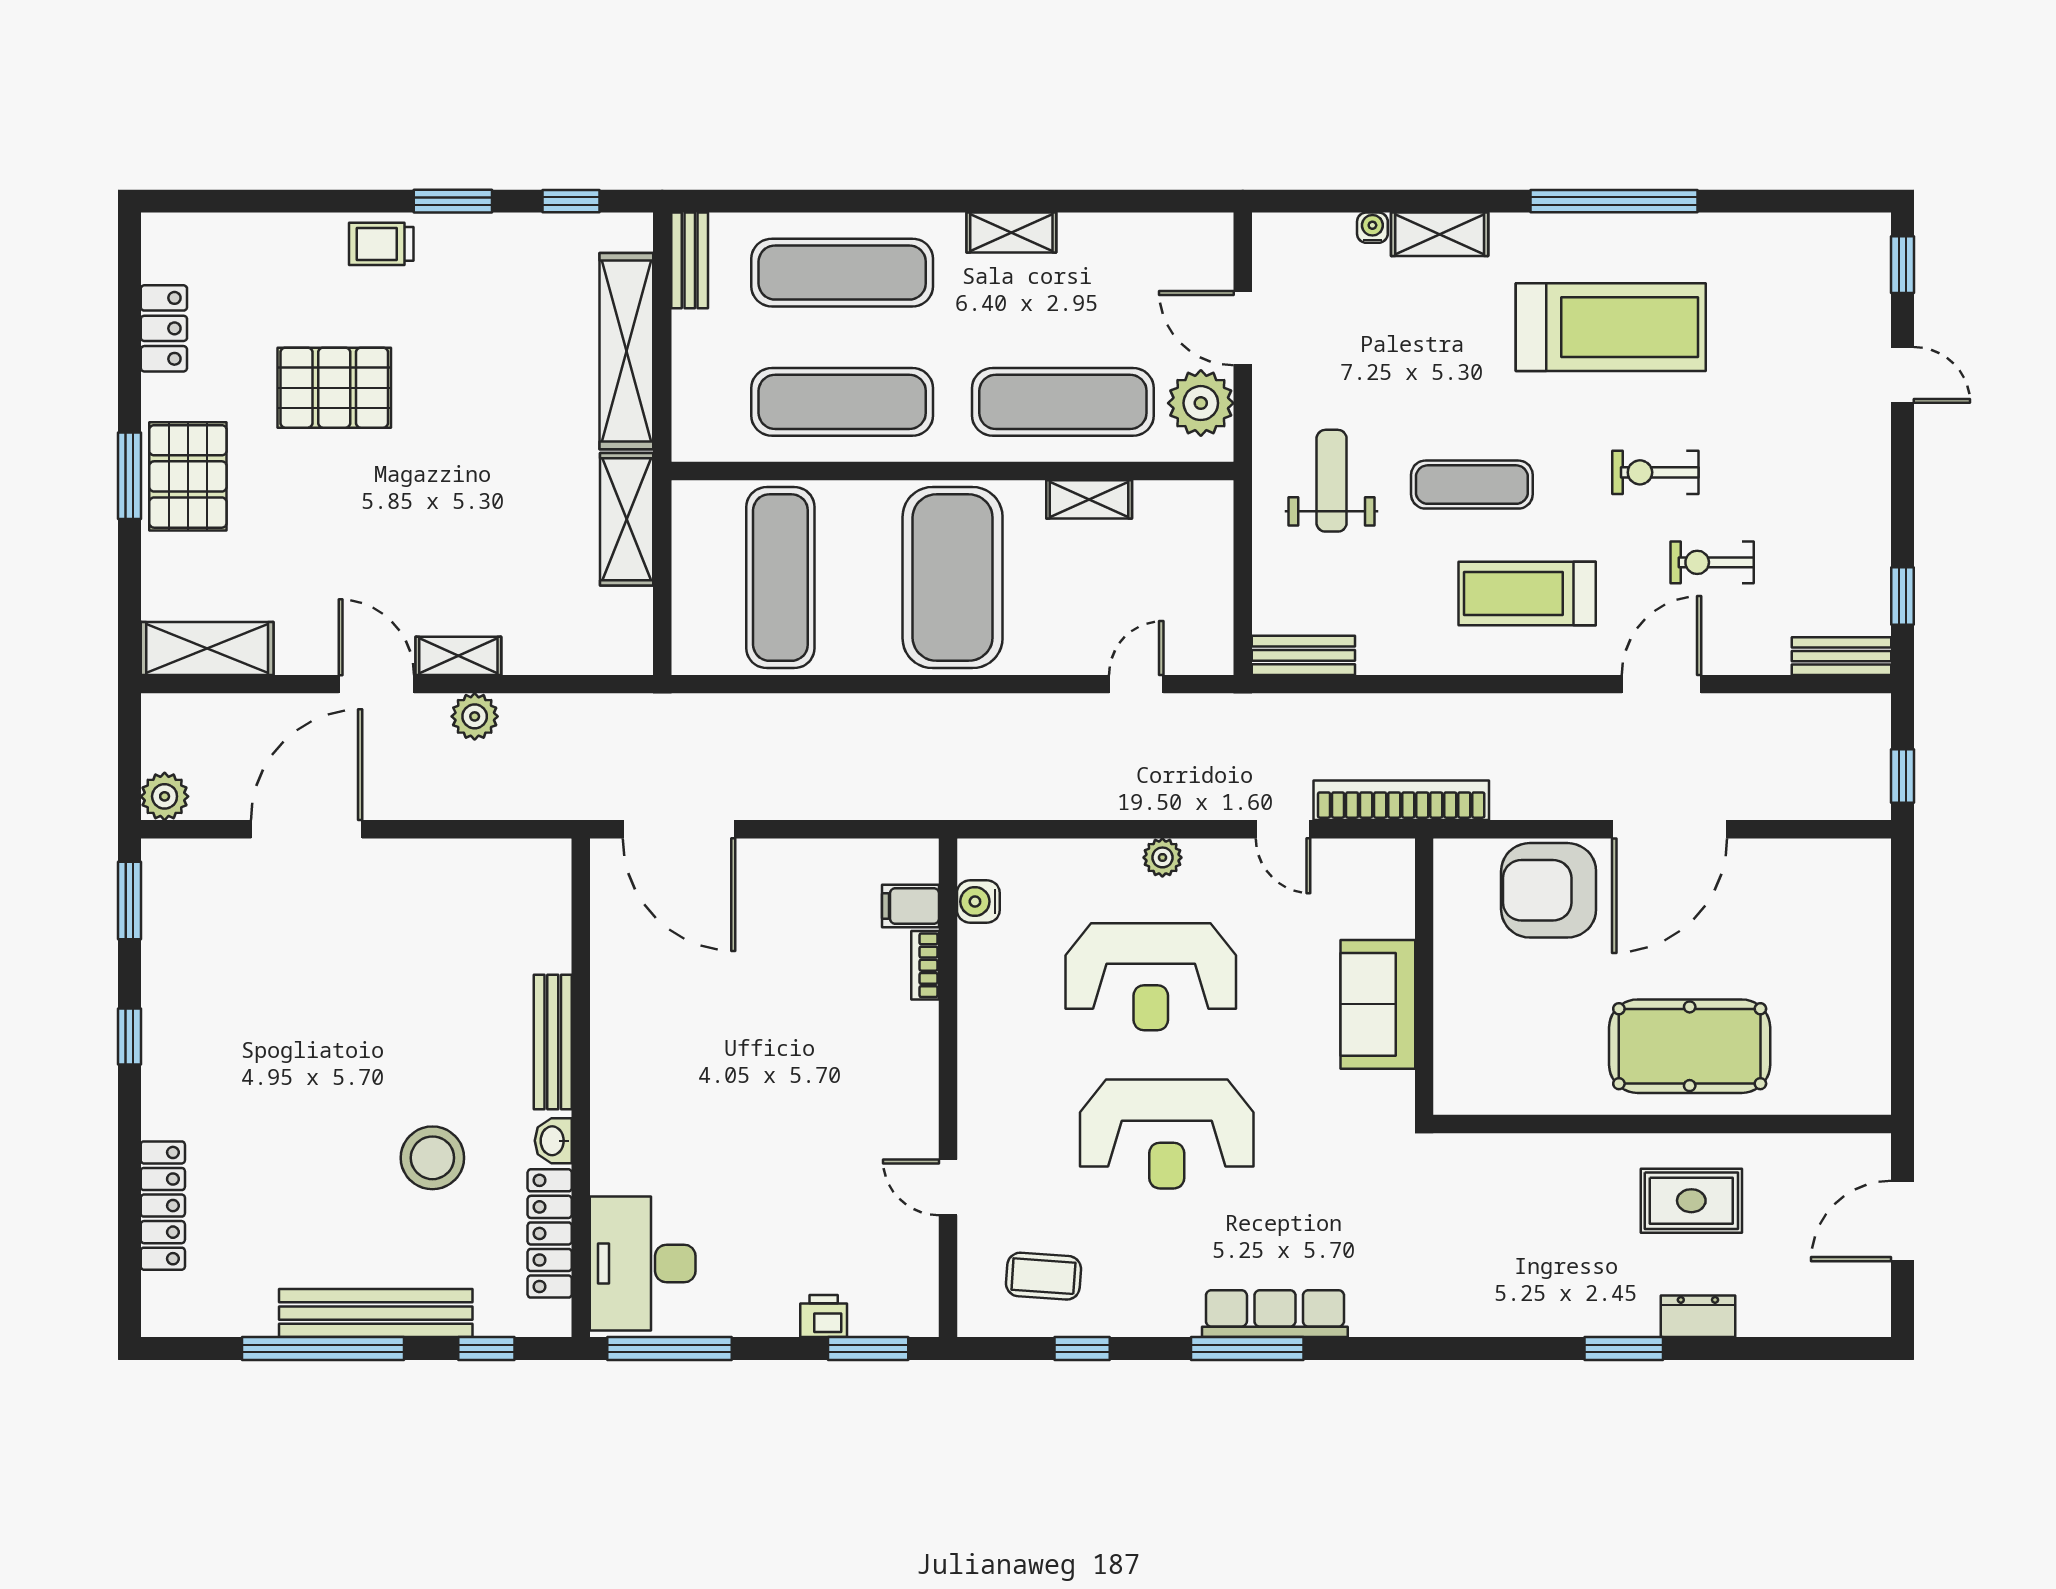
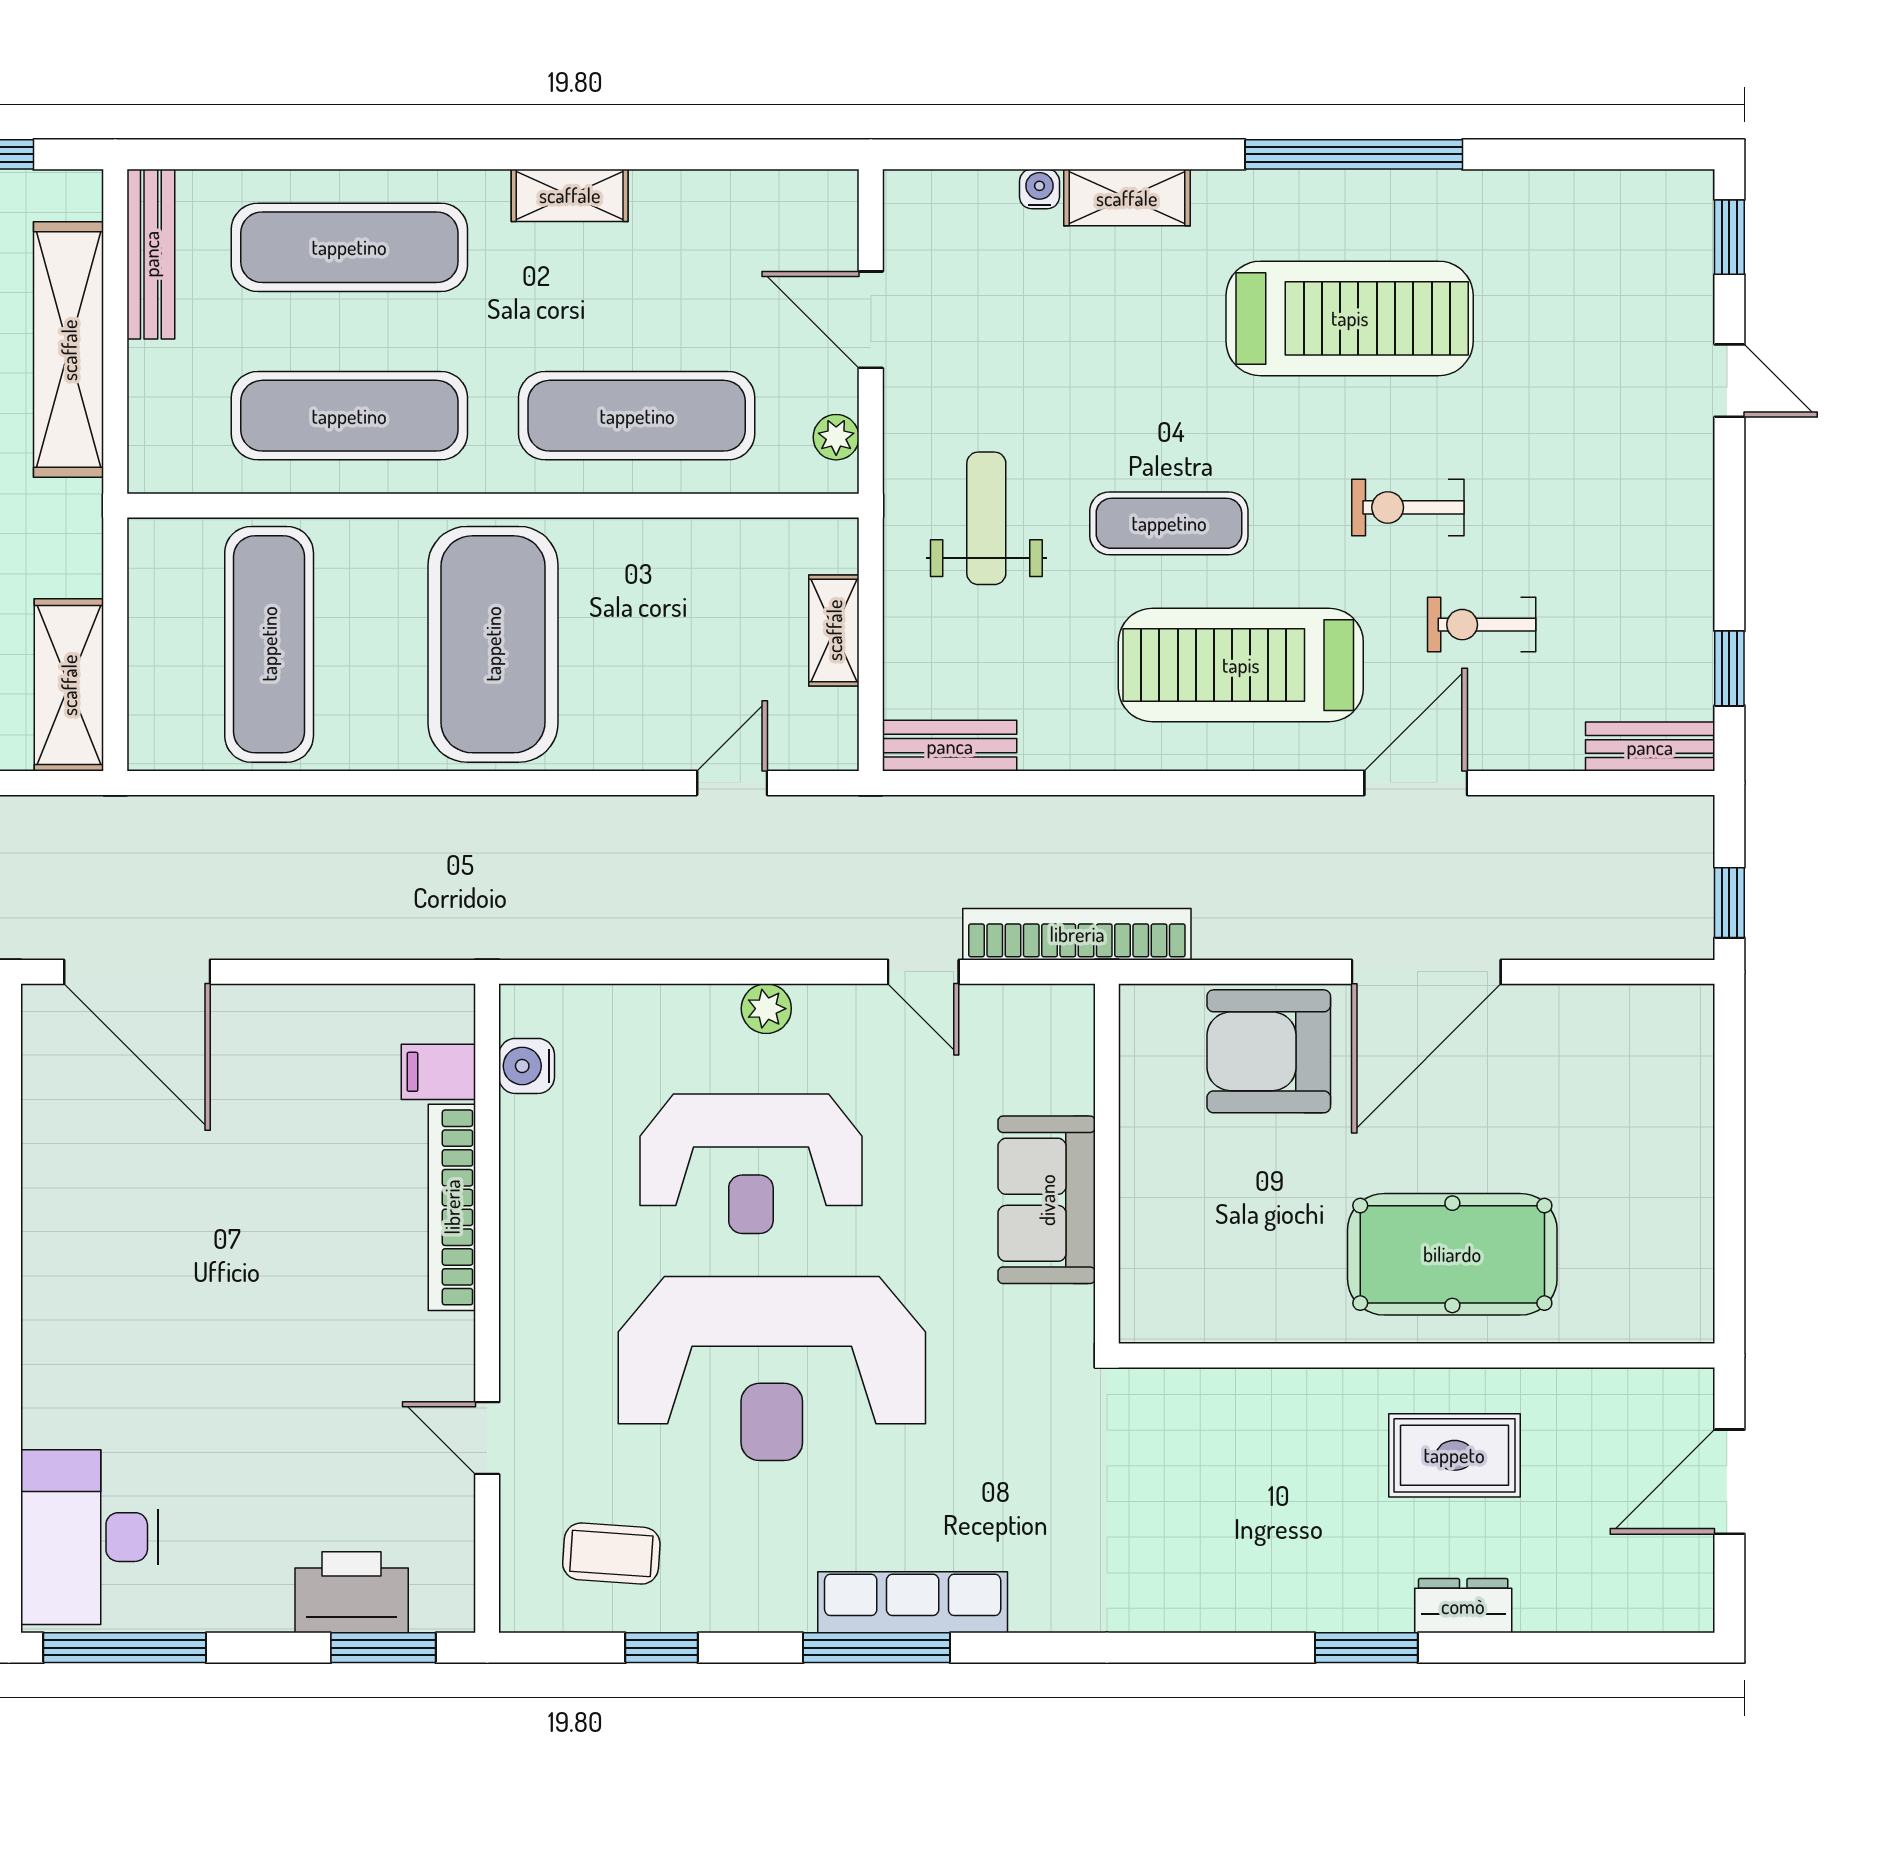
bench: (690, 260) -> (151, 254), width x1.36
plant: (1201, 403) -> (836, 437), width x0.53, depth x0.53
shelving: (1089, 499) -> (834, 630), moved, turned 90
shelving: (627, 519) -> (69, 685), moved
treadmill: (1527, 593) -> (1241, 665), width x1.37, depth x1.38
bookcase: (925, 965) -> (452, 1207), width x2.31, depth x1.31
reception desk: (1167, 1134) -> (772, 1368), width x1.36, depth x1.30
printer: (824, 1316) -> (352, 1592), width x1.87, depth x1.48

